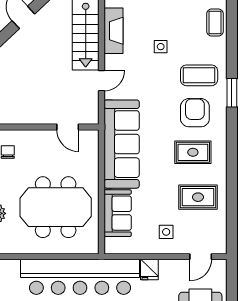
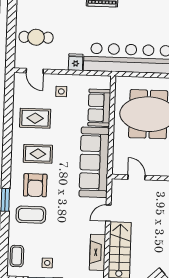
side table: (161, 47) -> (47, 263), moved
door: (201, 257) -> (35, 71), swing flipped

